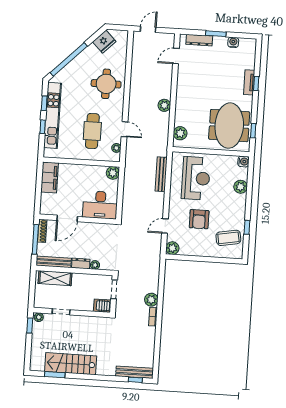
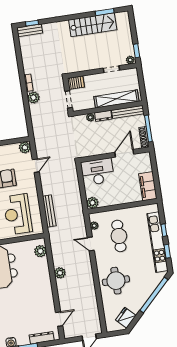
shelving: (55, 278) -> (116, 99), width x1.47
bench: (135, 372) -> (30, 30), width x0.73

